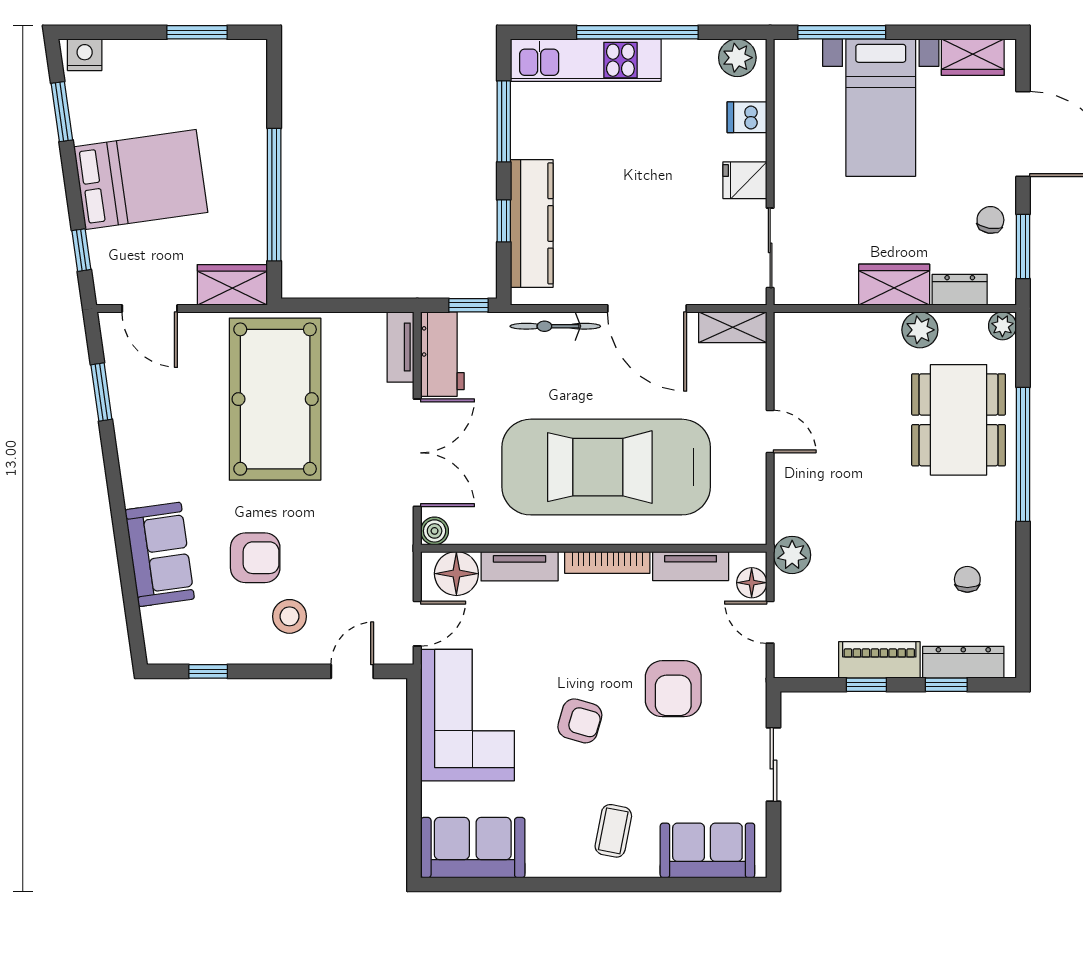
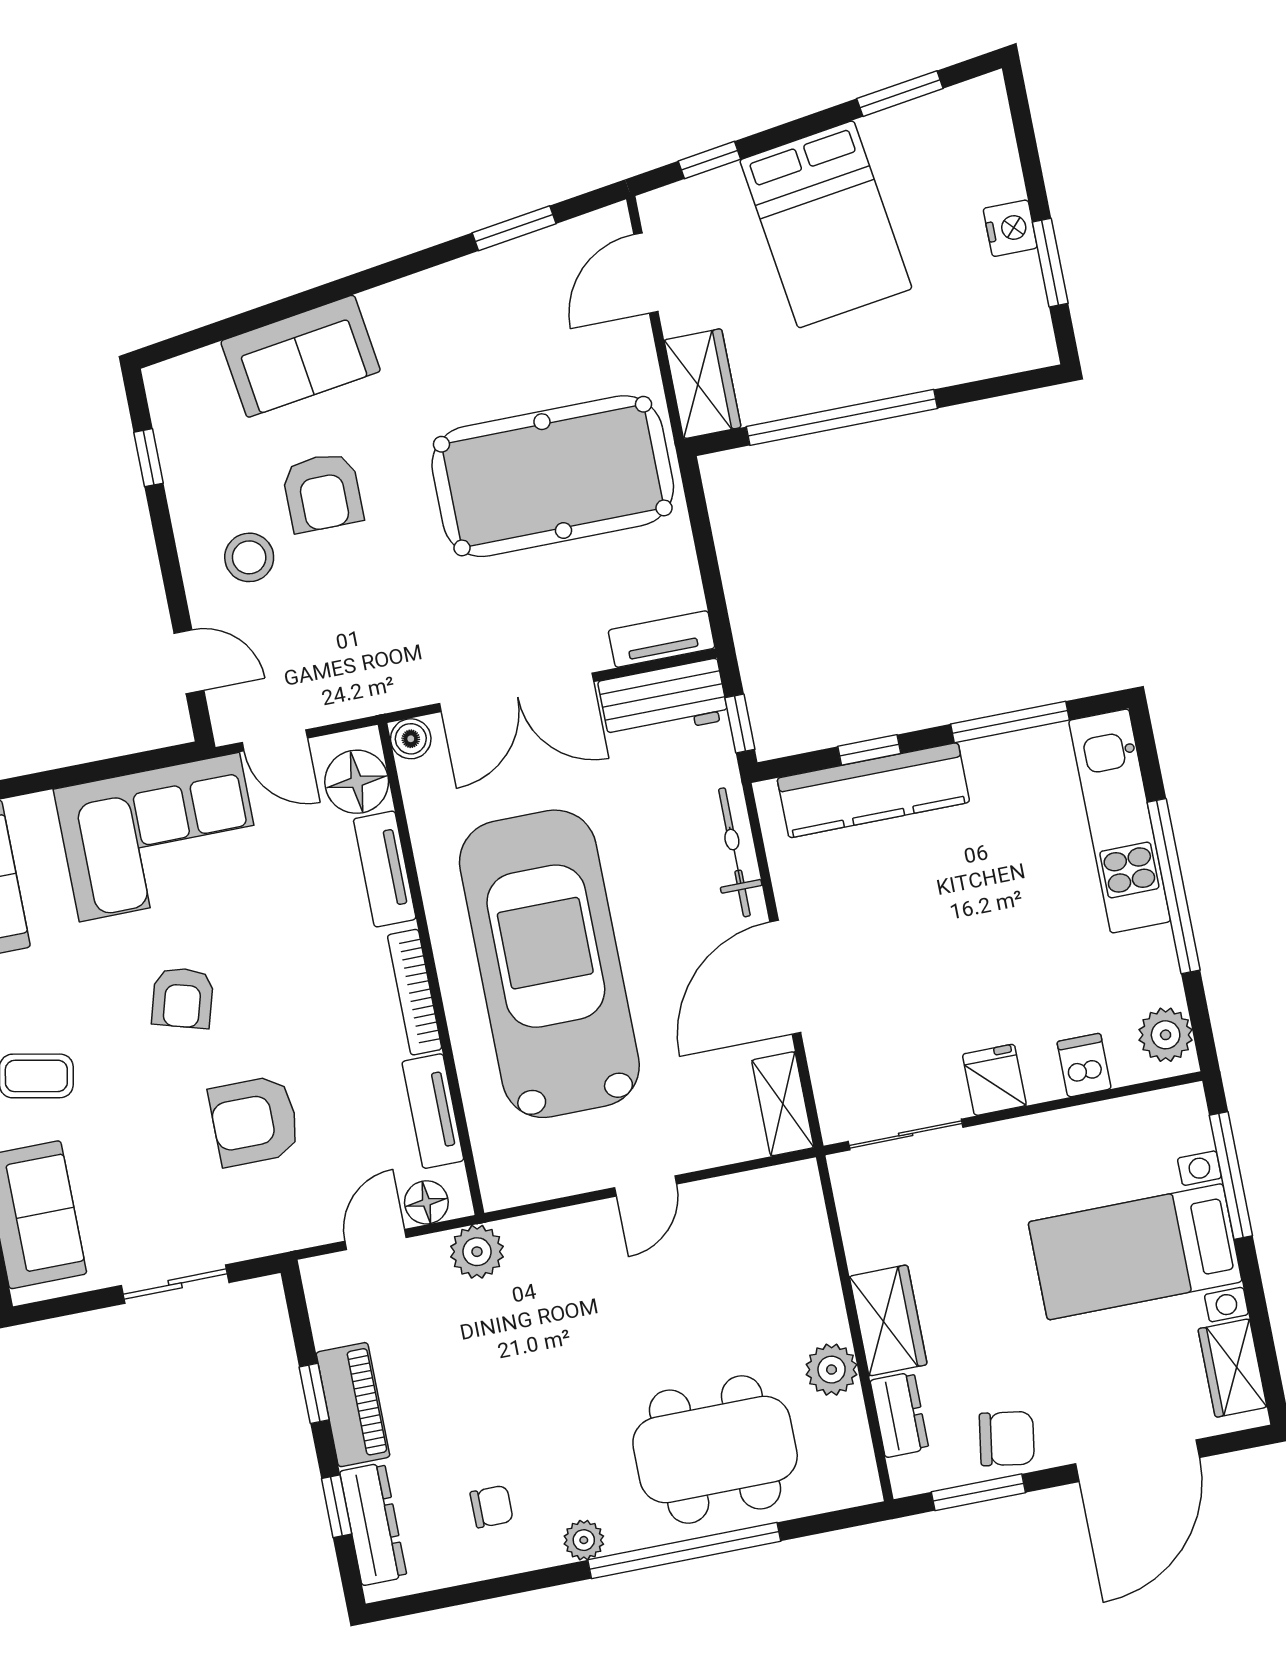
nightstand: (85, 55) -> (1010, 228), moved
chair: (990, 220) -> (1007, 1439), width x1.37, depth x1.37
plant: (1002, 326) -> (584, 1540), moved

